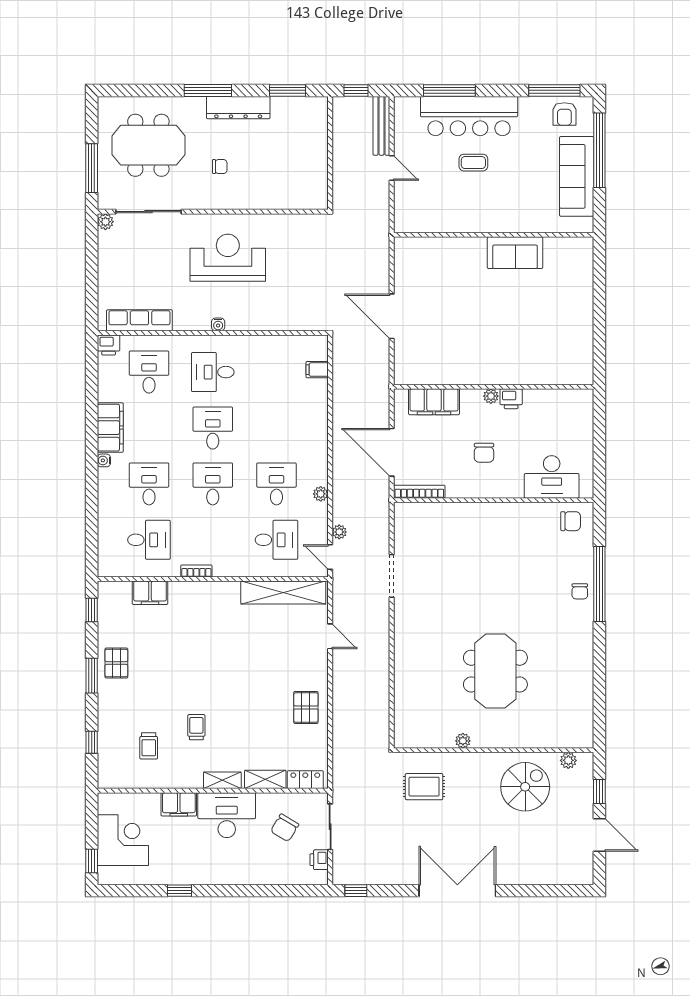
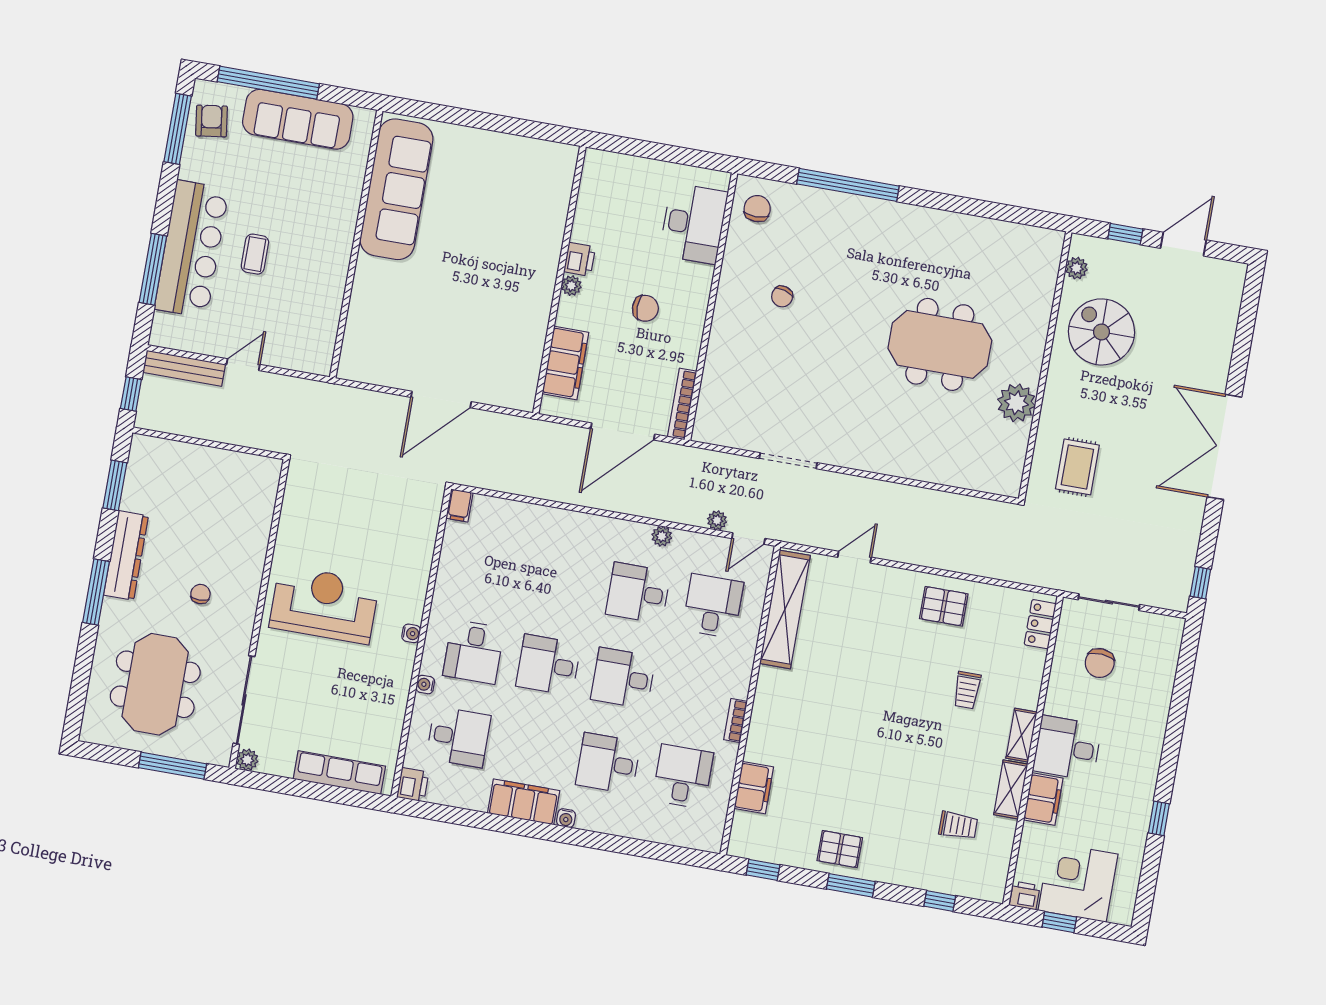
armchair: (564, 114) -> (212, 121), turned -98
sofa: (515, 253) -> (396, 189), width x1.85, depth x1.27
reception desk: (228, 258) -> (324, 605), turned 90
row of seats: (139, 320) -> (339, 773), moved, turned 90
water cooler: (183, 341) -> (425, 685), added
filing cabinet: (317, 370) -> (459, 505), moved
desk: (149, 372) -> (459, 737), turned 180
chair: (580, 591) -> (782, 296), moved, turned 106
trolley: (196, 727) -> (967, 690), moved, turned -90
plant: (463, 741) -> (1016, 403), width x1.88, depth x1.88
shelving: (265, 779) -> (1011, 789), moved
desk: (227, 815) -> (1067, 748), width x0.73
chair: (285, 828) -> (1100, 663), turned 63
printer: (319, 860) -> (1025, 896), moved, turned 180
window: (92, 861) -> (1059, 922), moved

